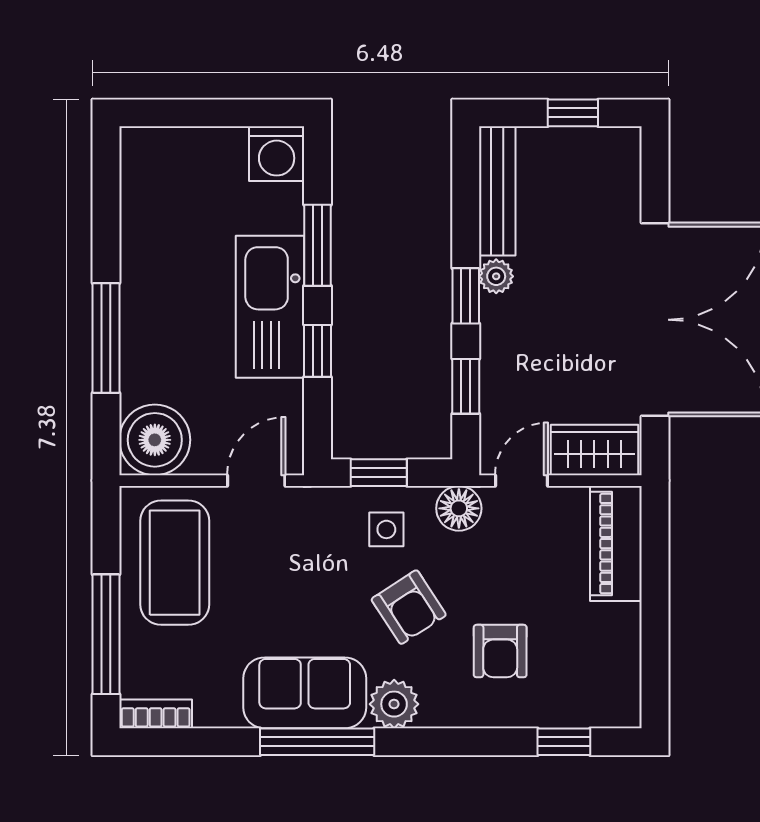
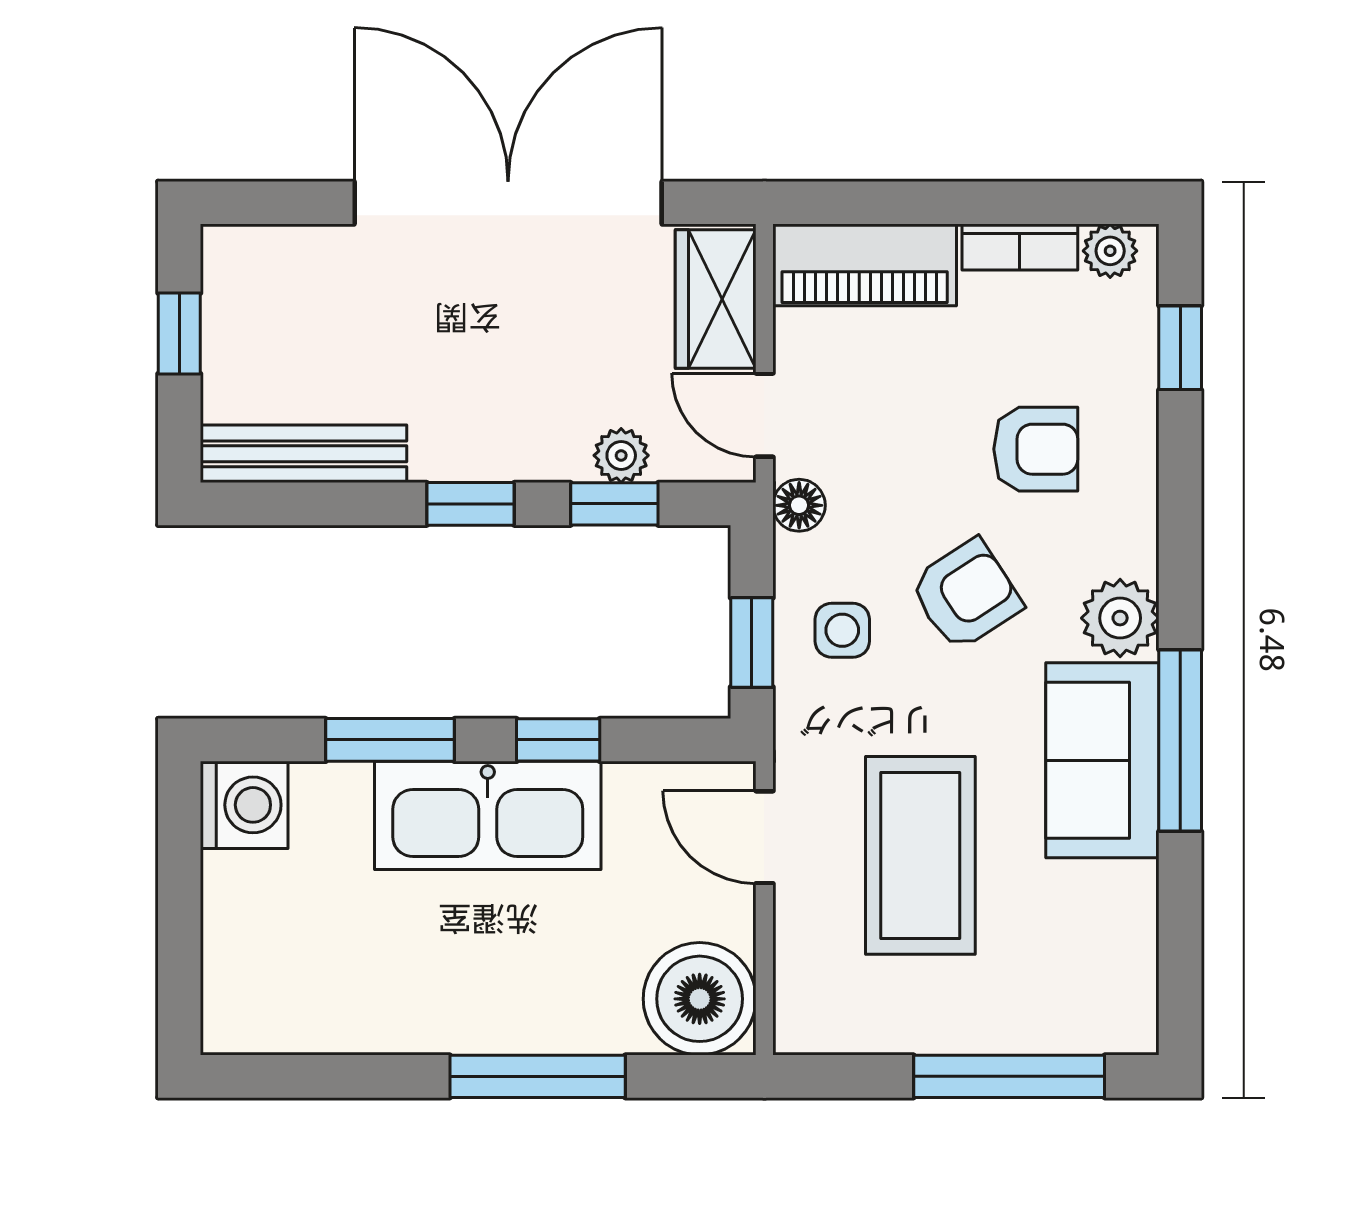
plant: (496, 276) -> (621, 455), moved
floor lamp: (459, 508) -> (799, 505), width x0.73, depth x0.73
coffee table: (175, 563) -> (920, 855), moved, turned 90
plant: (625, 698) -> (1110, 251), added
bookcase: (156, 714) -> (1020, 247), moved, turned -90

